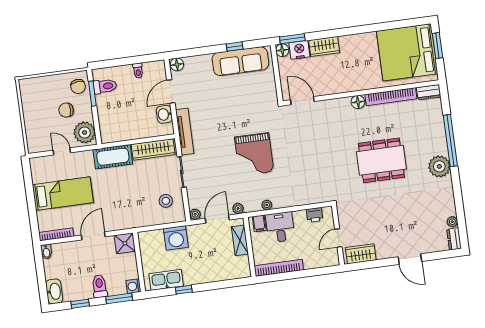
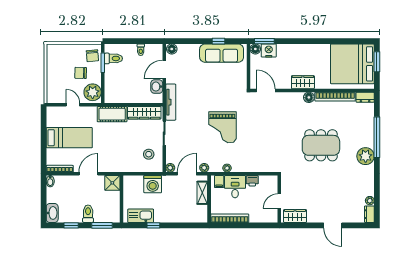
wardrobe: (324, 46) -> (303, 82), moved, turned 180
printer: (315, 215) -> (252, 181), moved
washing machine: (133, 286) -> (114, 217), removed

